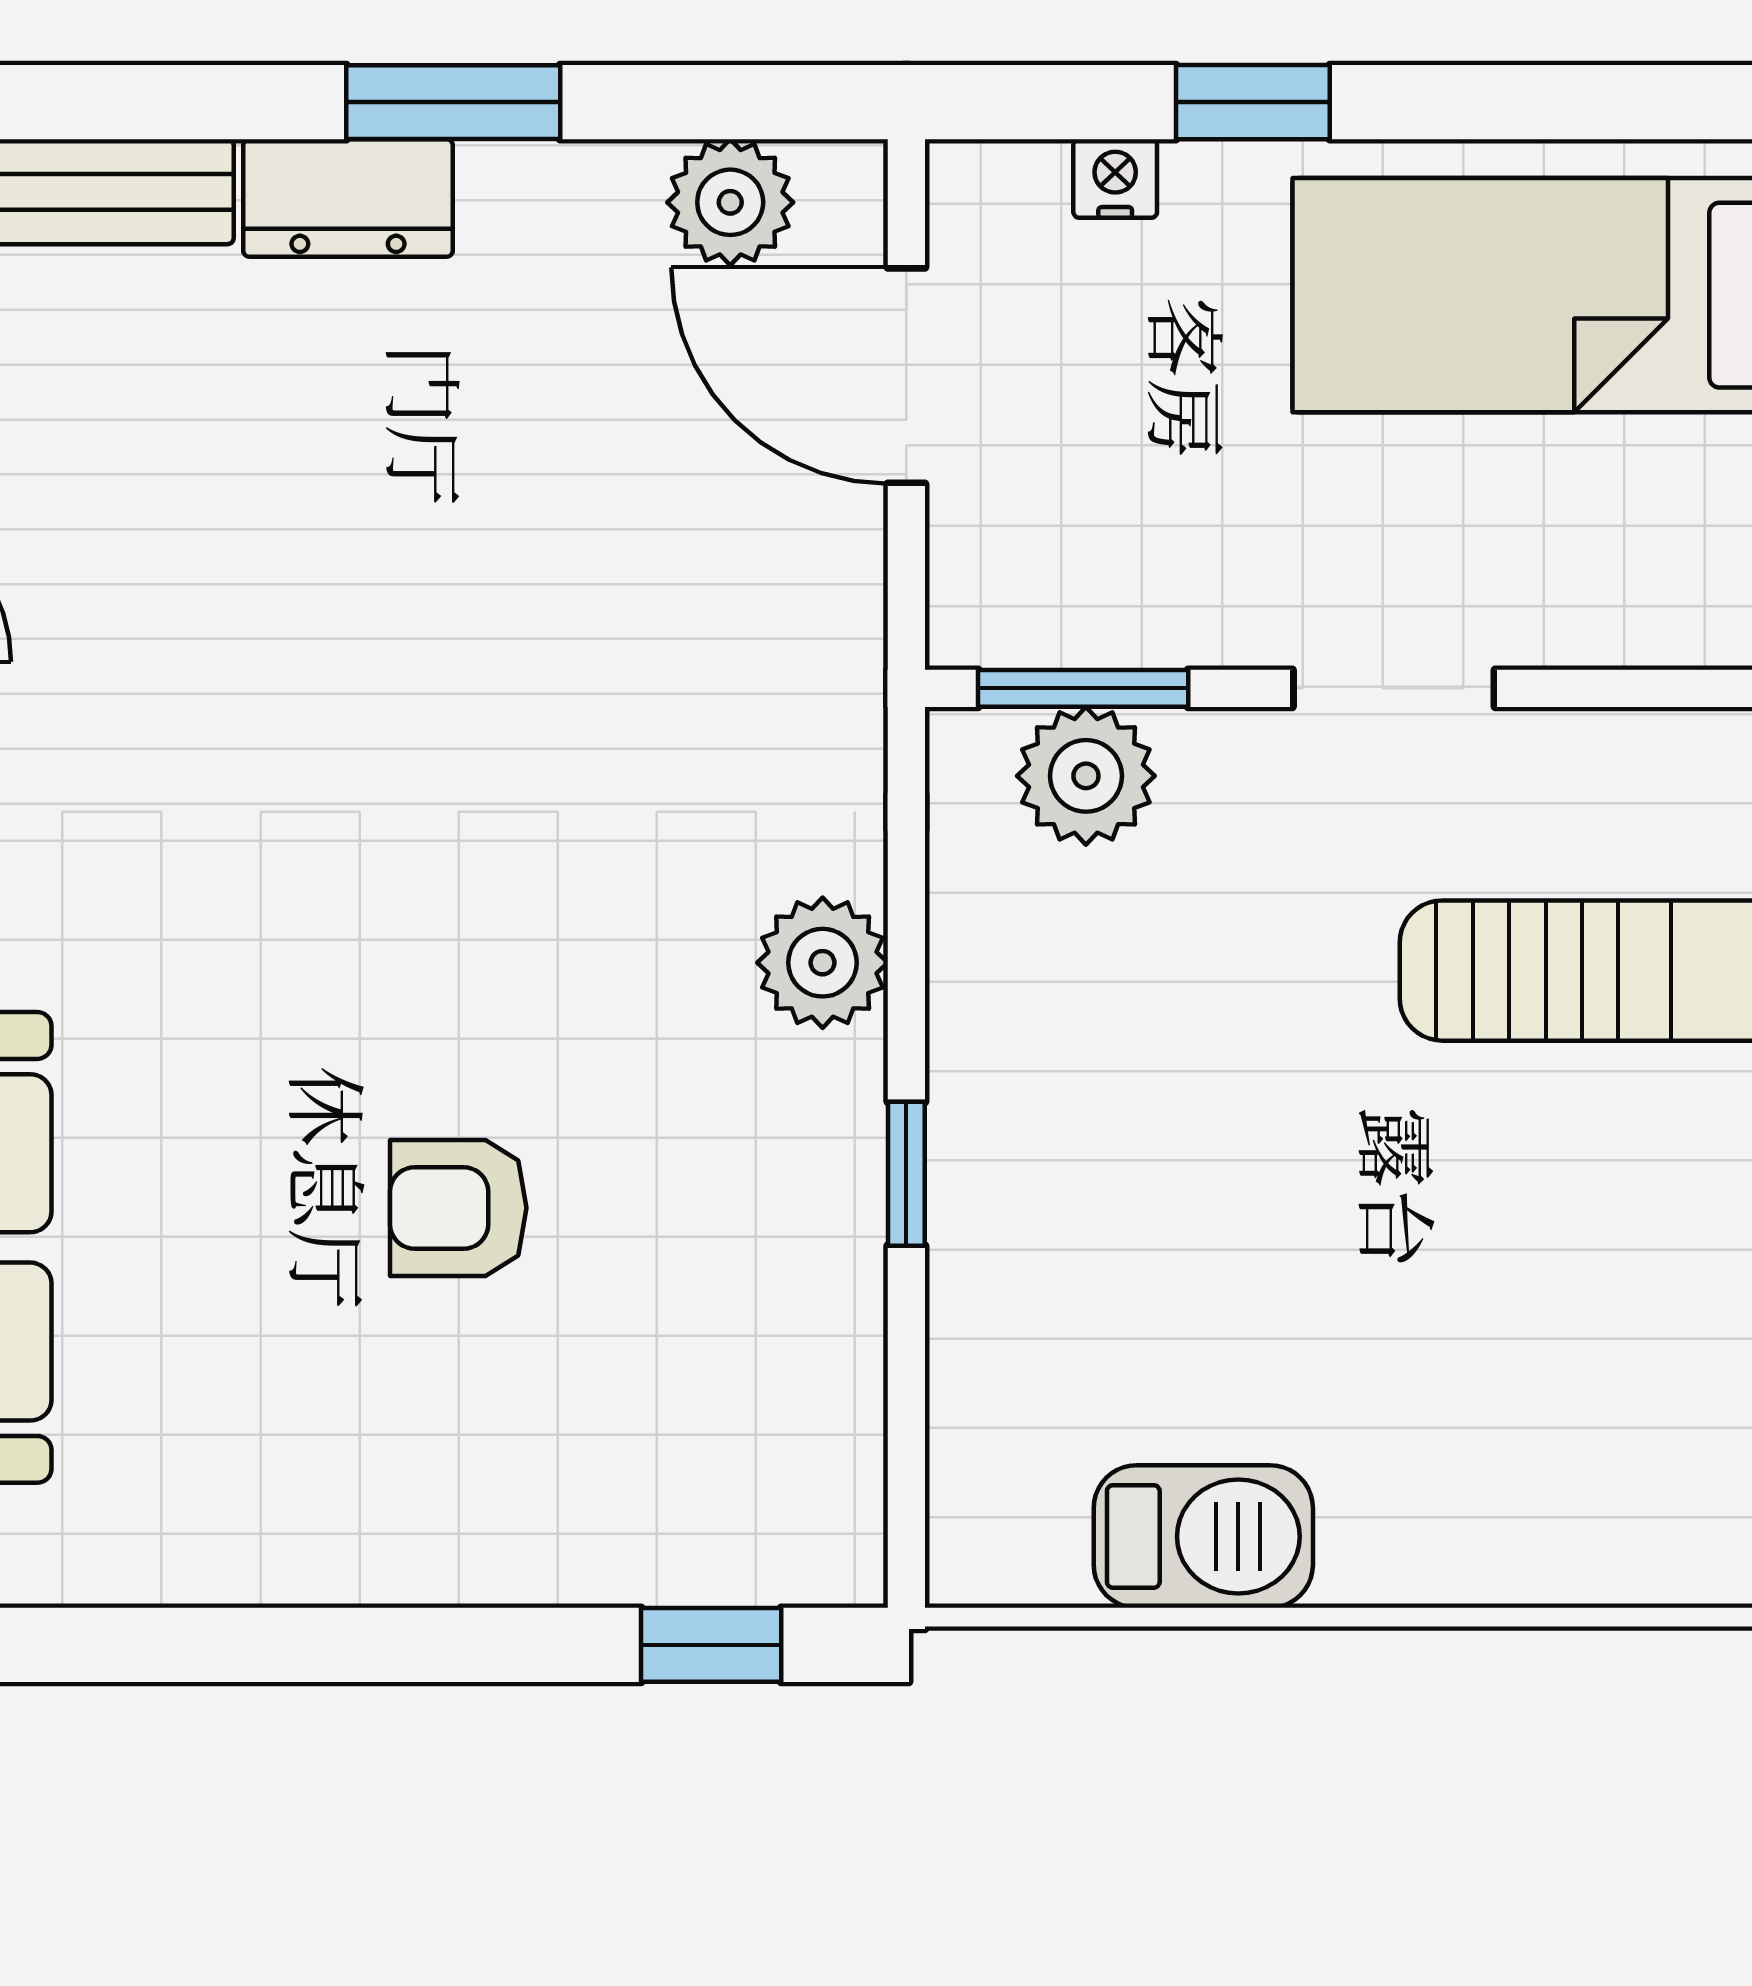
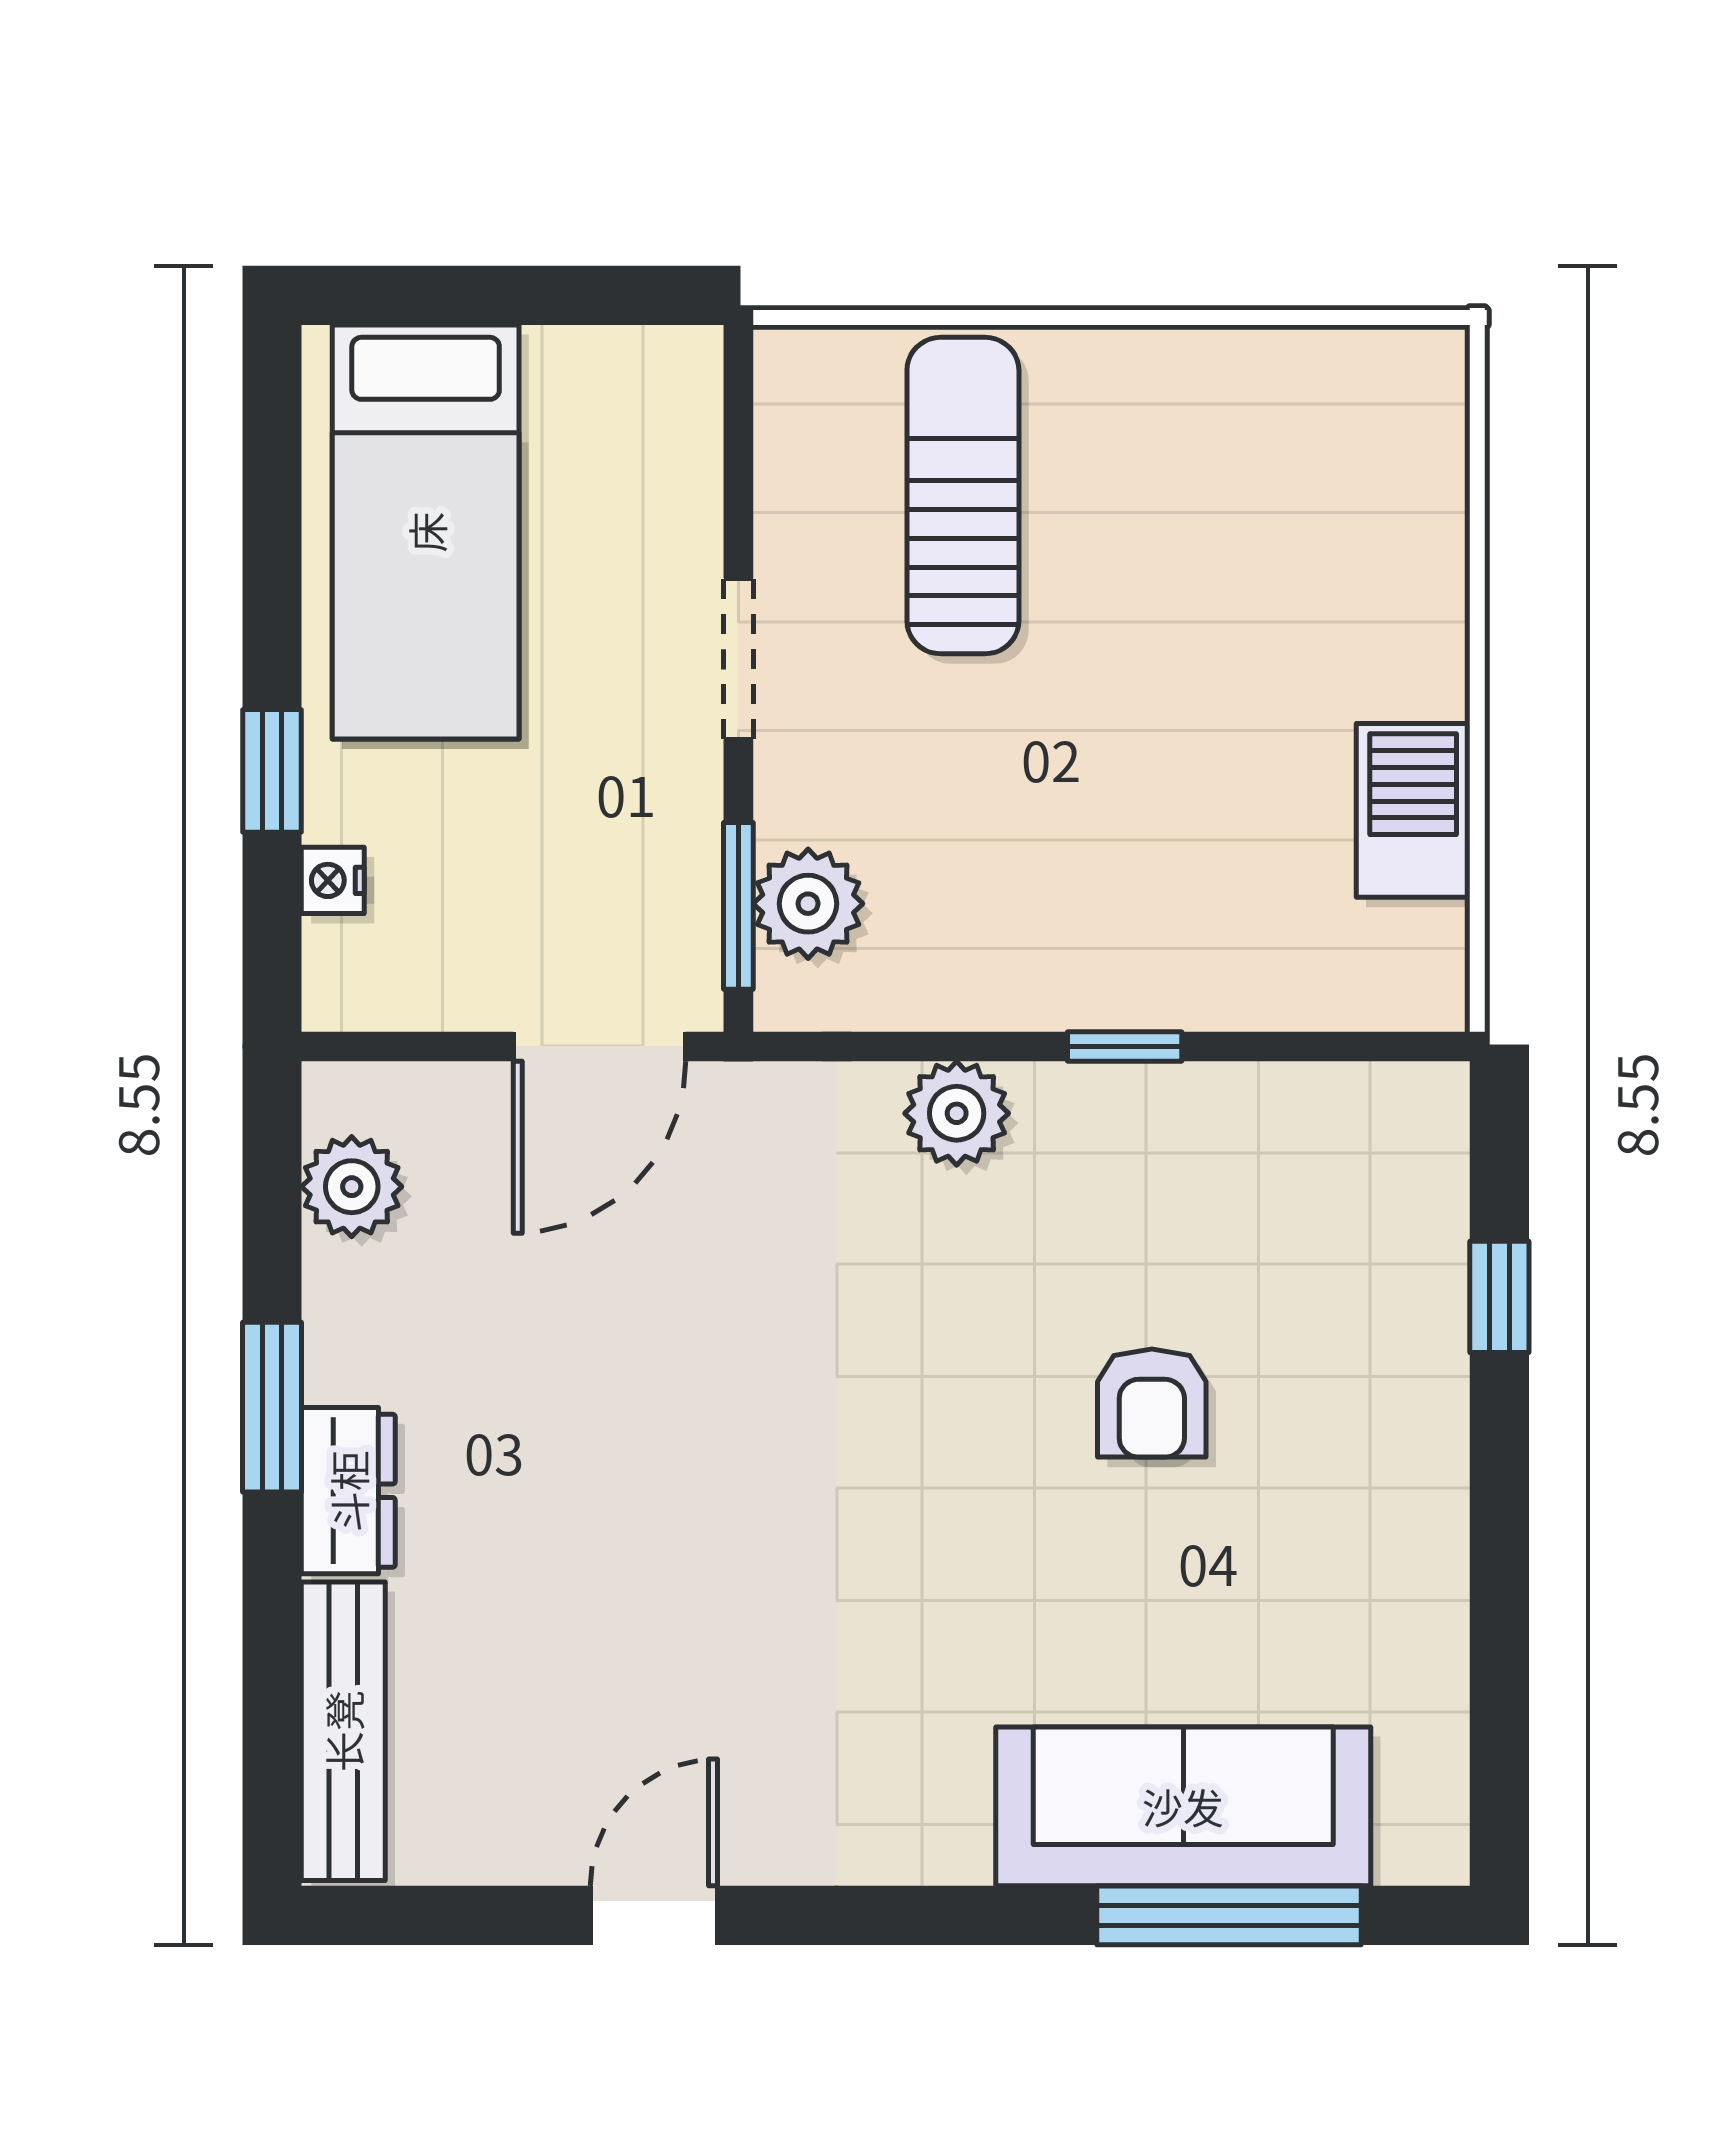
door: (906, 376) -> (599, 1046), moved
window: (711, 1645) -> (1499, 1297), moved

